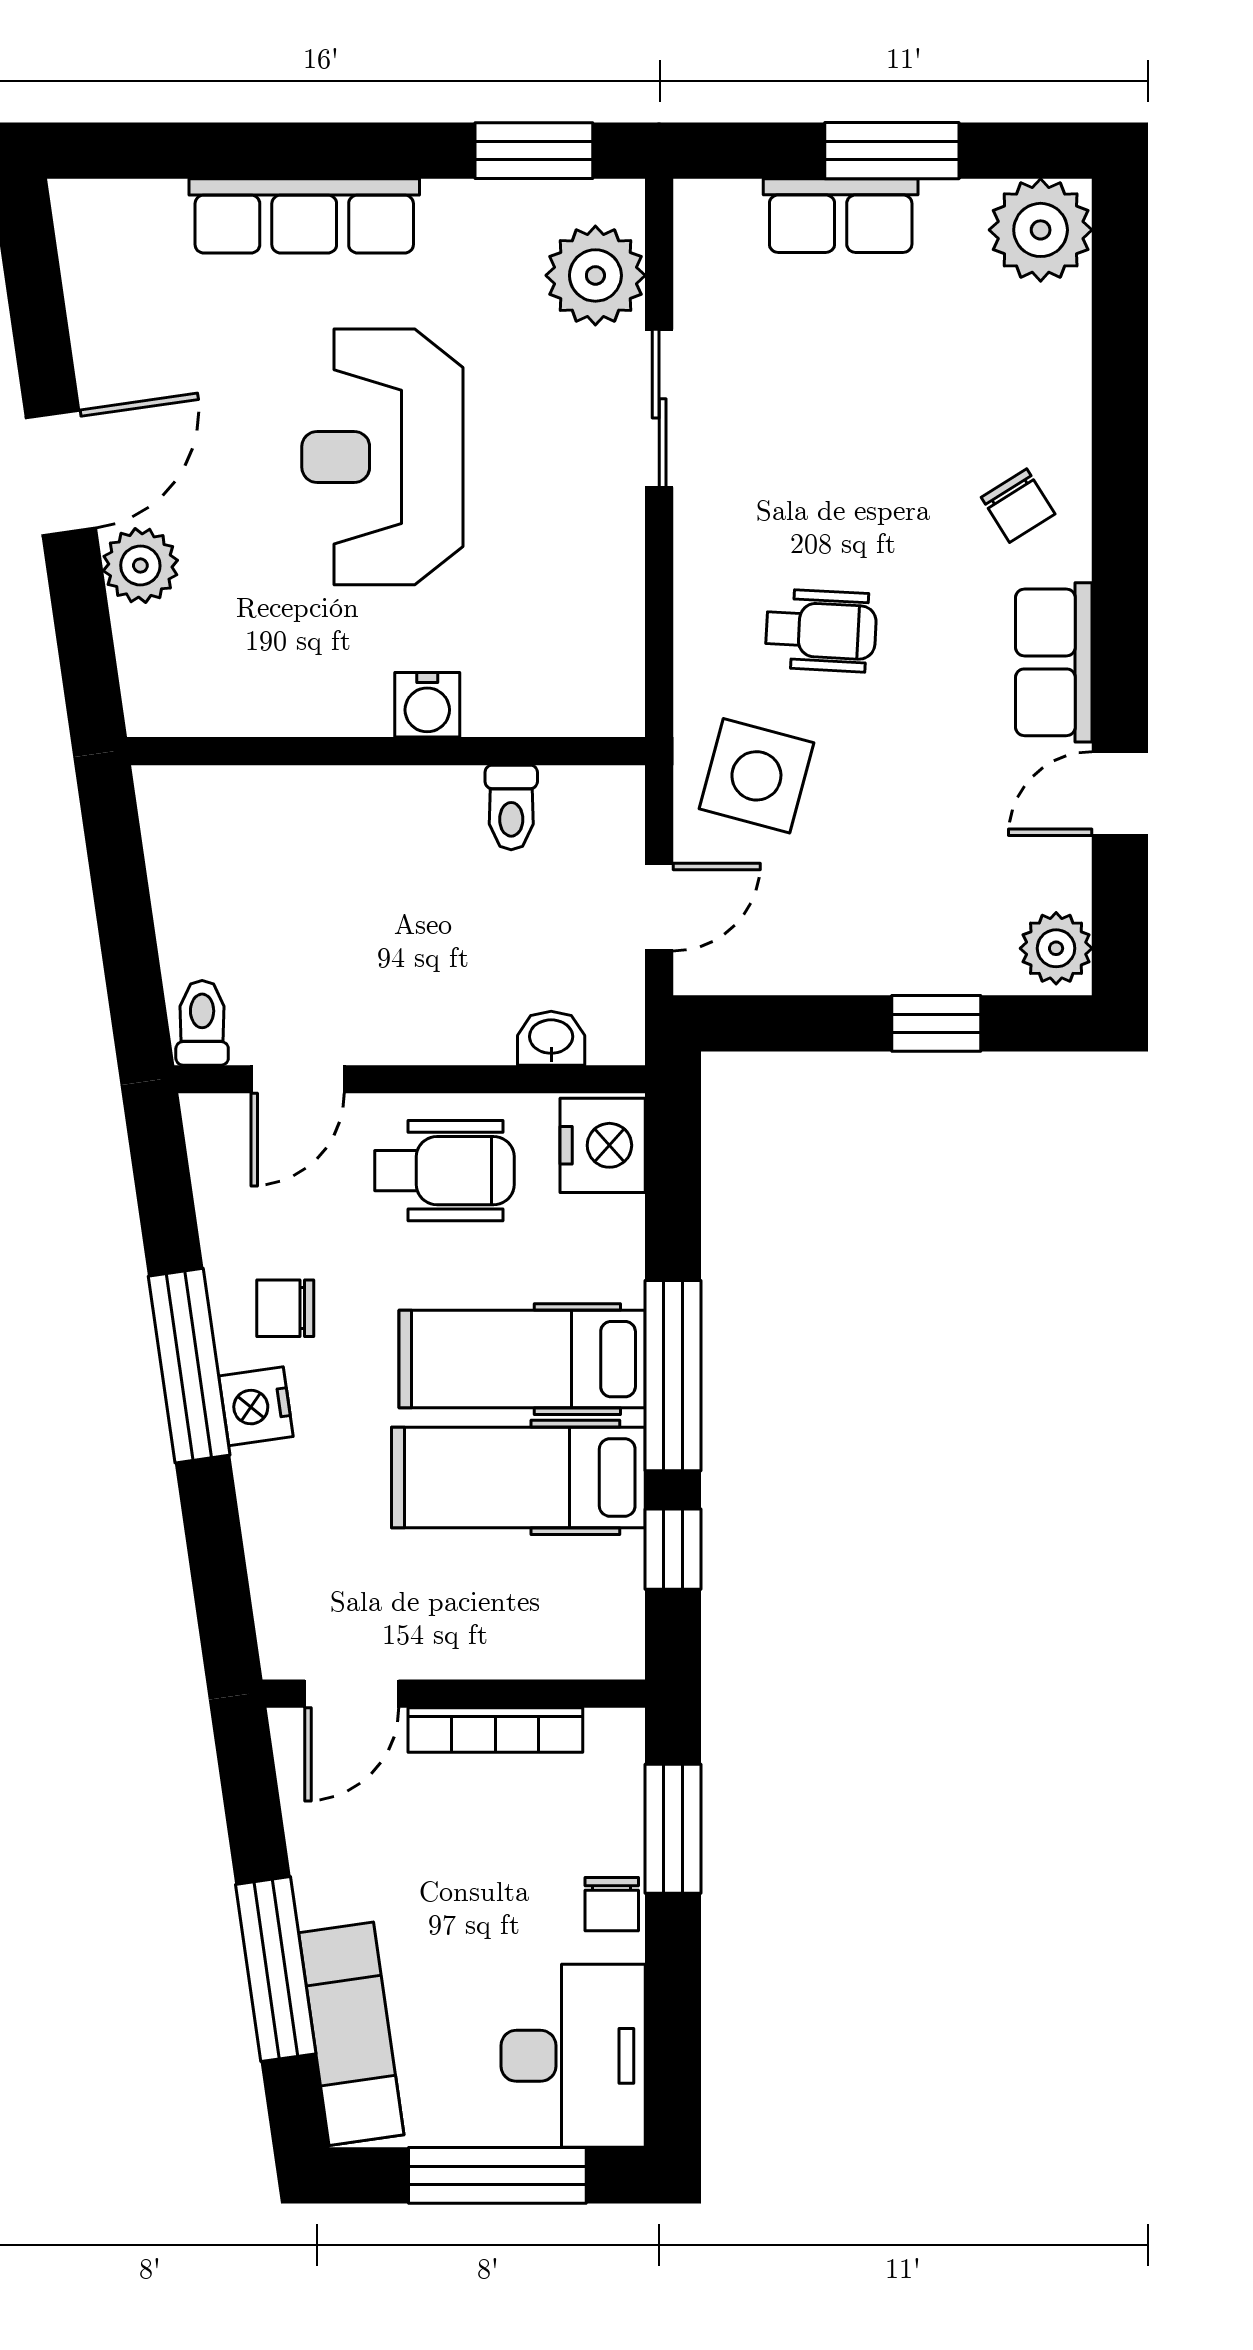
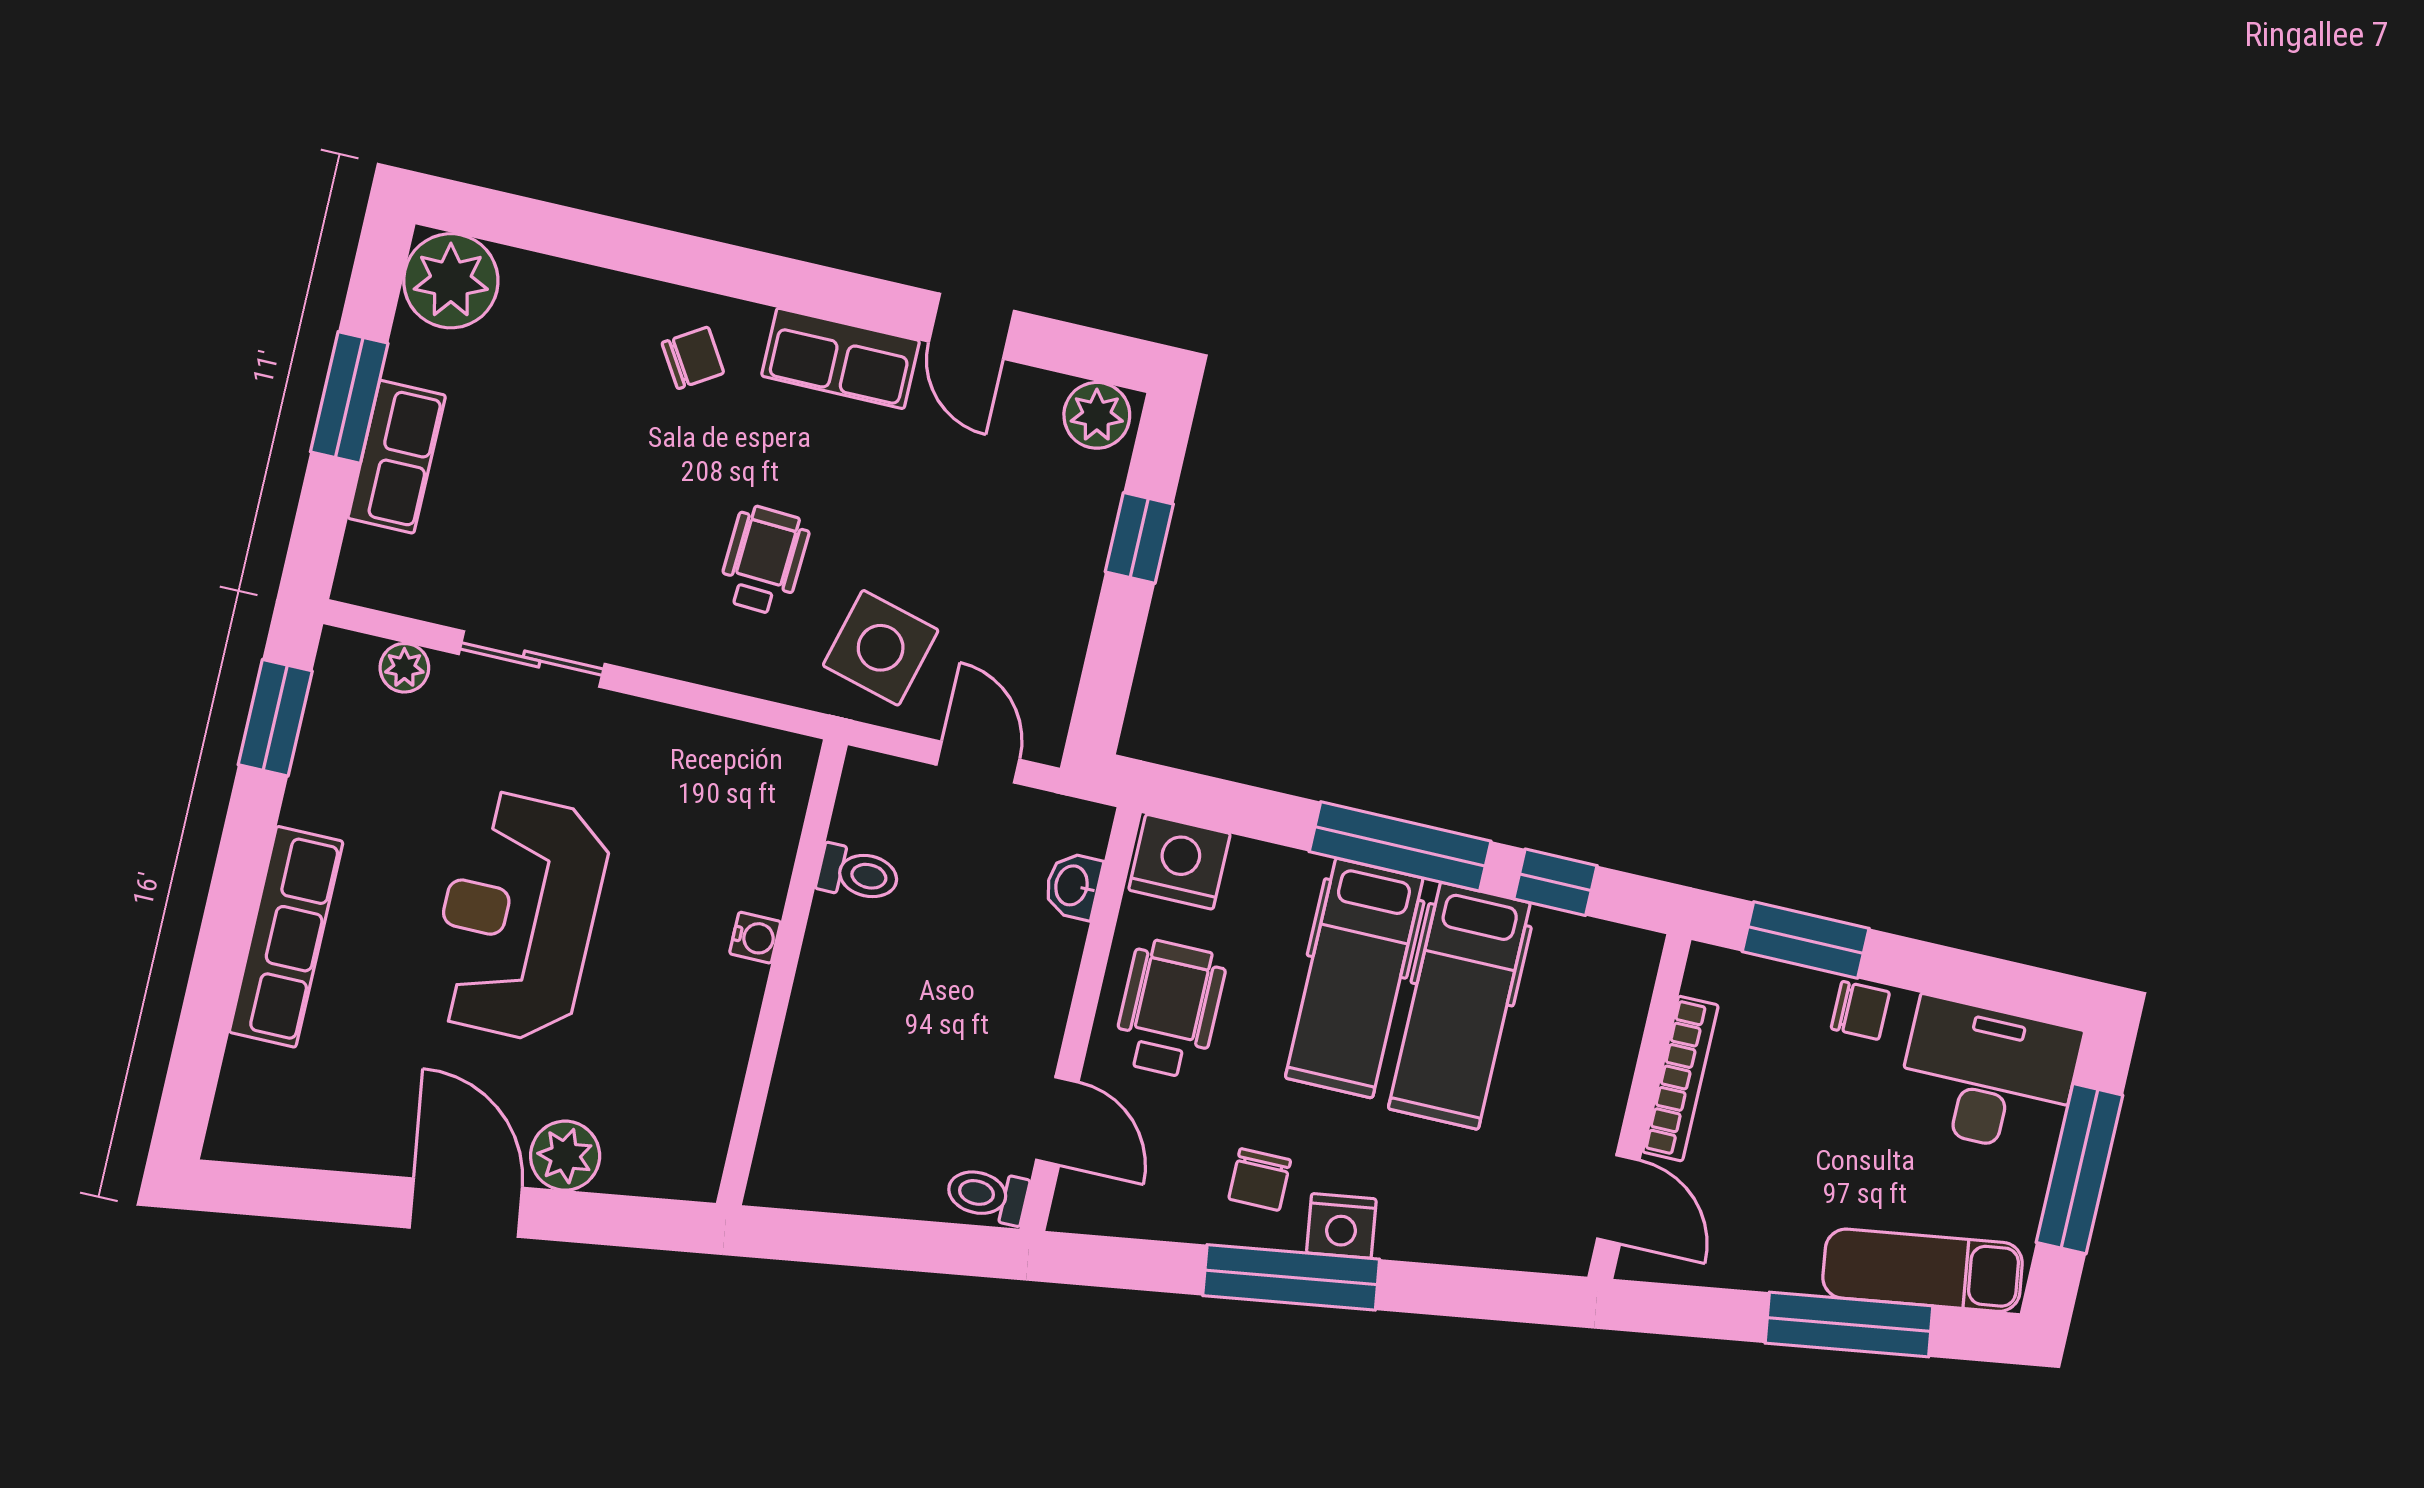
plant: (595, 275) -> (404, 668), width x0.53, depth x0.53
reception desk: (382, 457) -> (518, 917), turned 90
water cooler: (427, 705) -> (755, 938), width x0.72, depth x0.72

